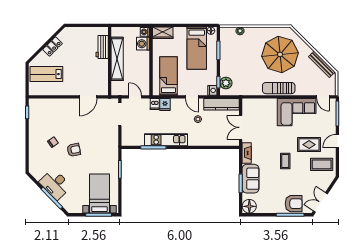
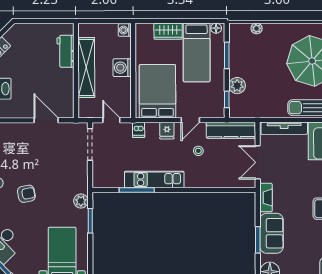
wardrobe: (163, 33) -> (168, 31), moved
washing machine: (143, 44) -> (122, 68), moved
bed: (168, 76) -> (157, 91), width x1.50
plant: (226, 83) -> (237, 86), moved
nightstand: (212, 90) -> (218, 111), removed
door: (88, 97) -> (46, 120), swing flipped
door: (192, 97) -> (190, 120), hinge flipped
tv unit: (260, 103) -> (284, 128), added
fridge: (165, 104) -> (167, 131), moved
plant: (113, 155) -> (81, 201), added

